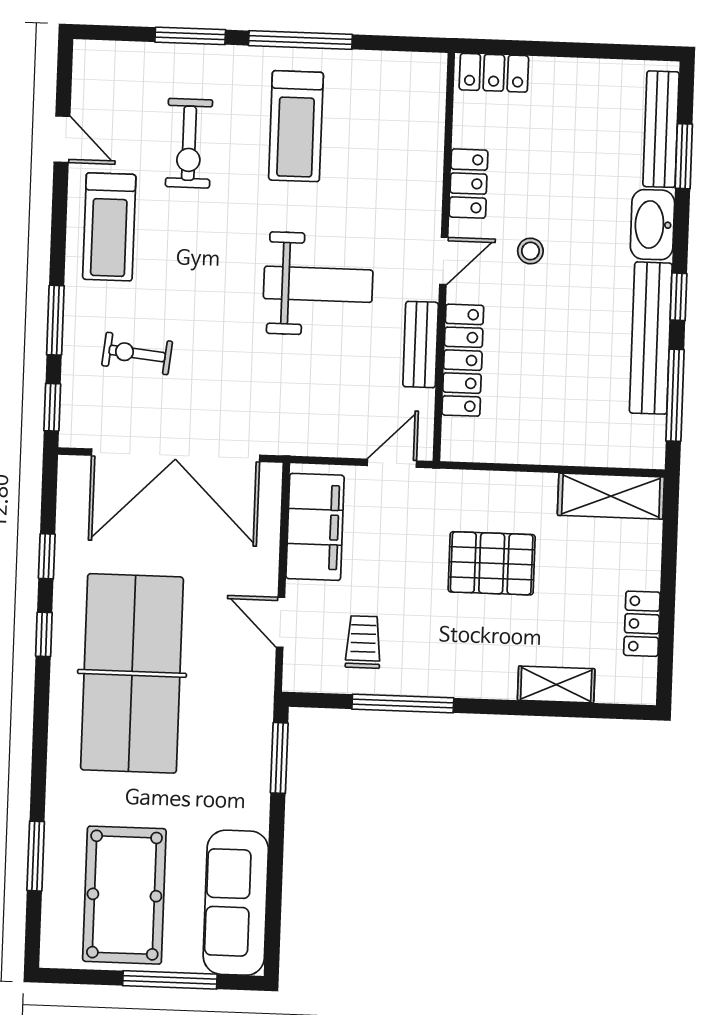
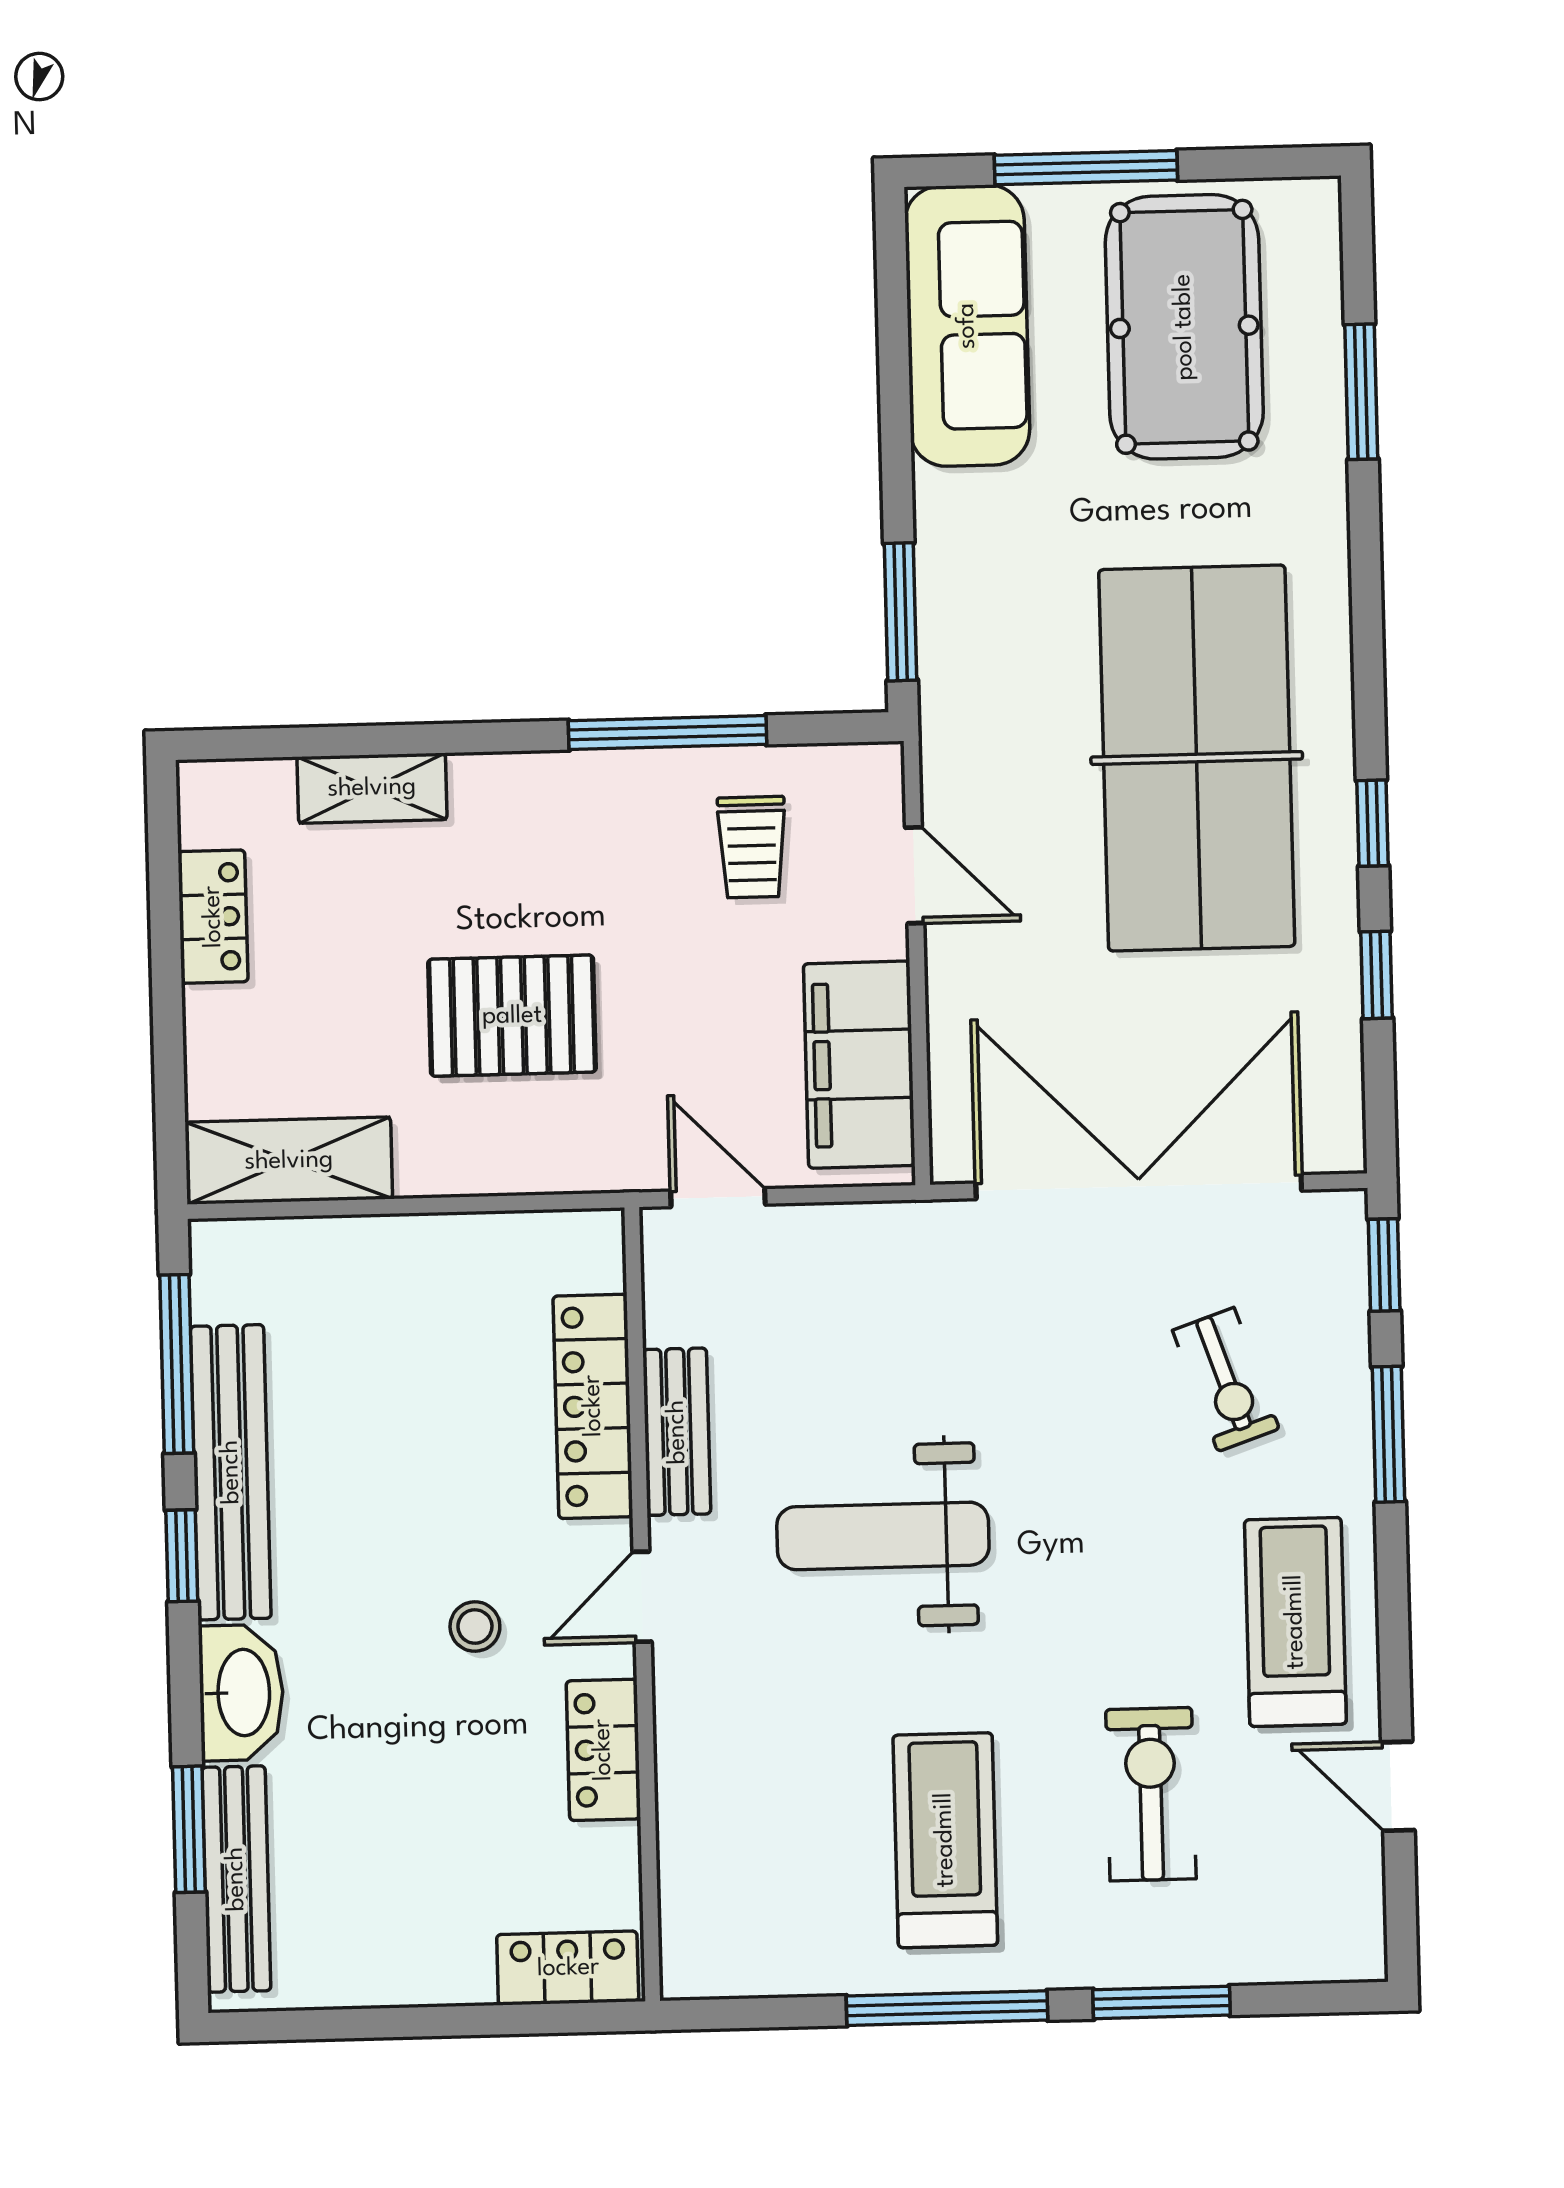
exercise bike: (137, 353) -> (1226, 1380), turned 65
door: (392, 463) -> (718, 1198), swing flipped

